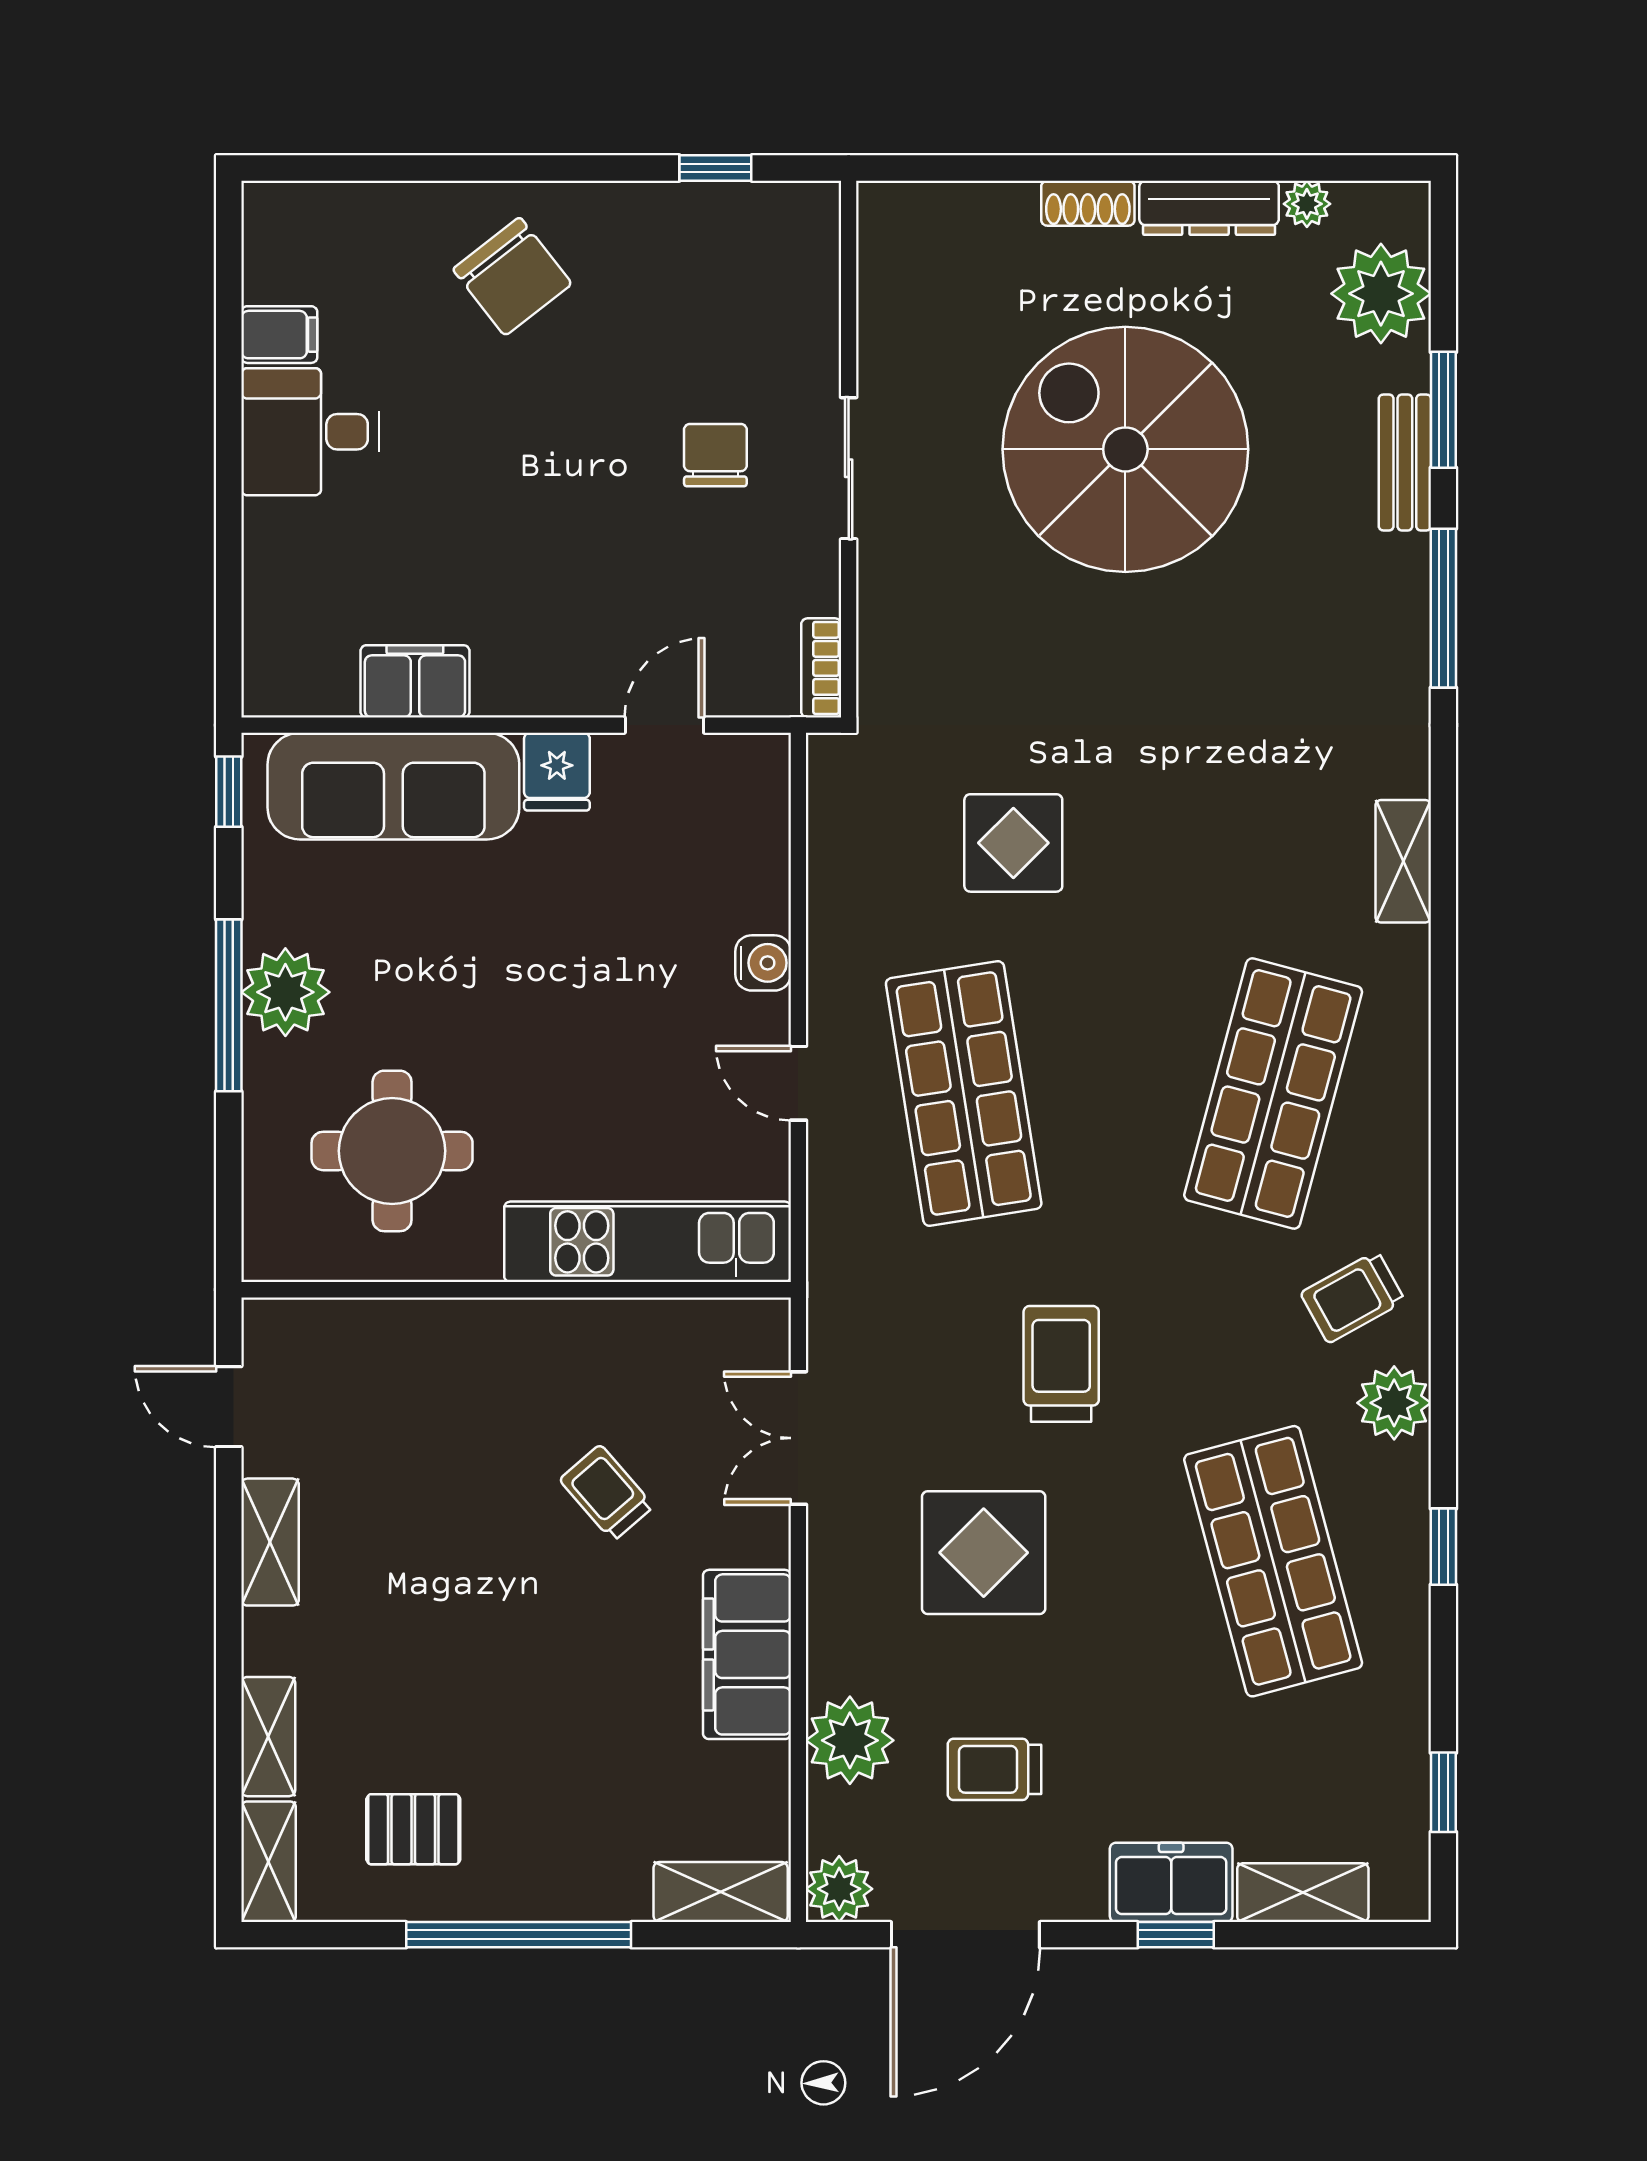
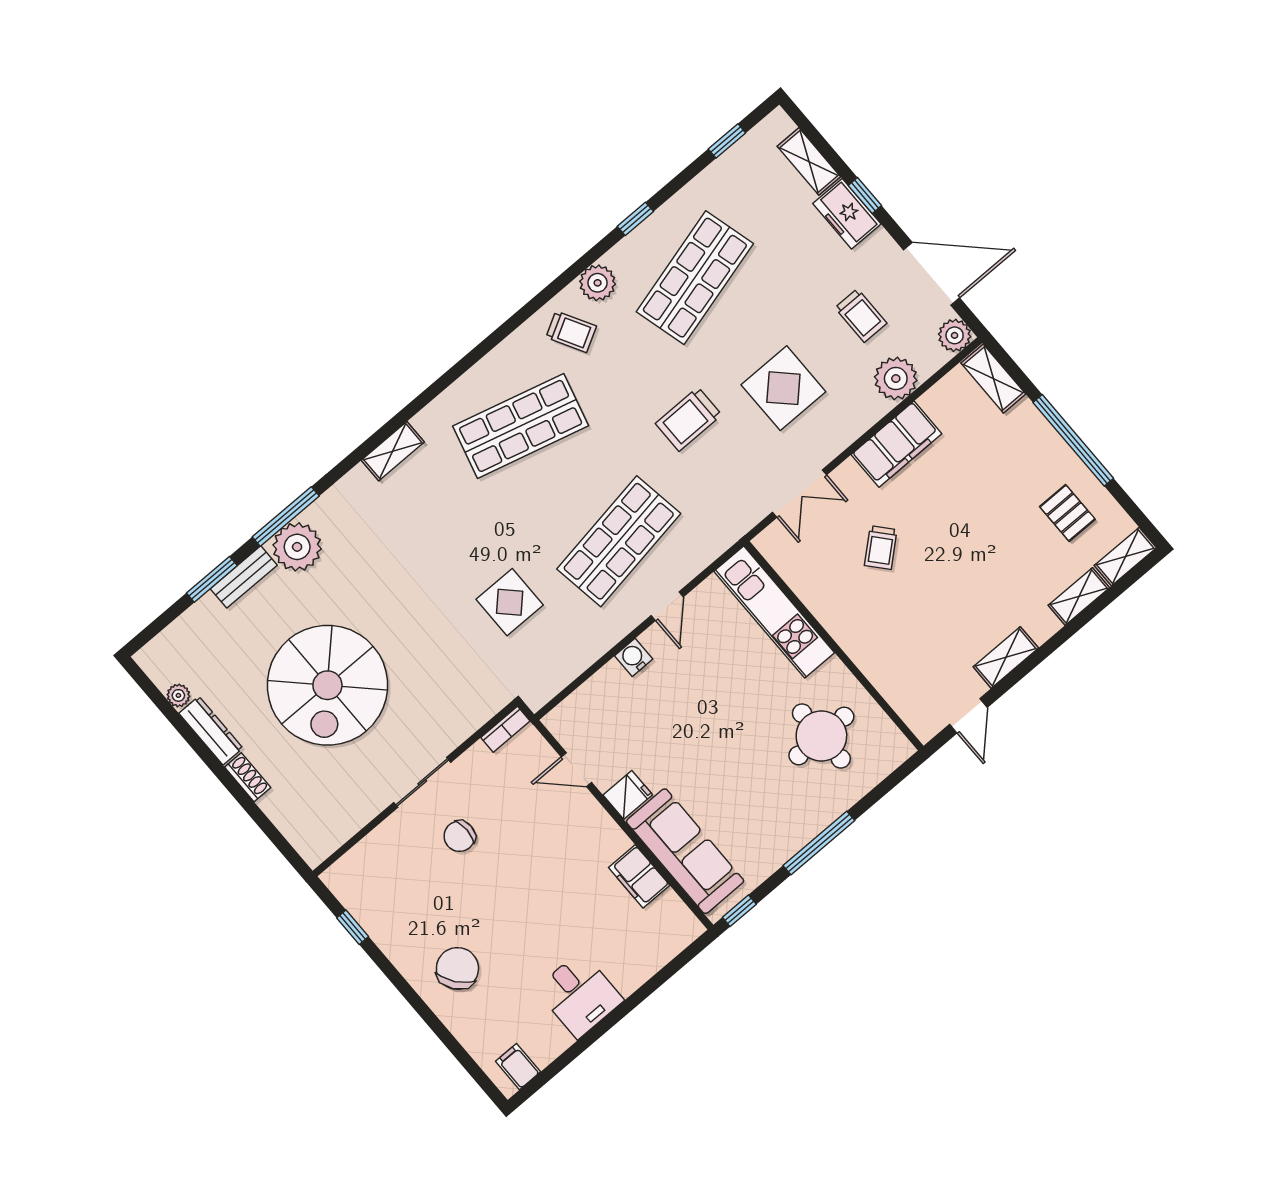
plant: (1381, 294) -> (297, 547), moved
filing cabinet: (279, 335) -> (518, 1067), moved
plant: (285, 992) -> (796, 826), removed

